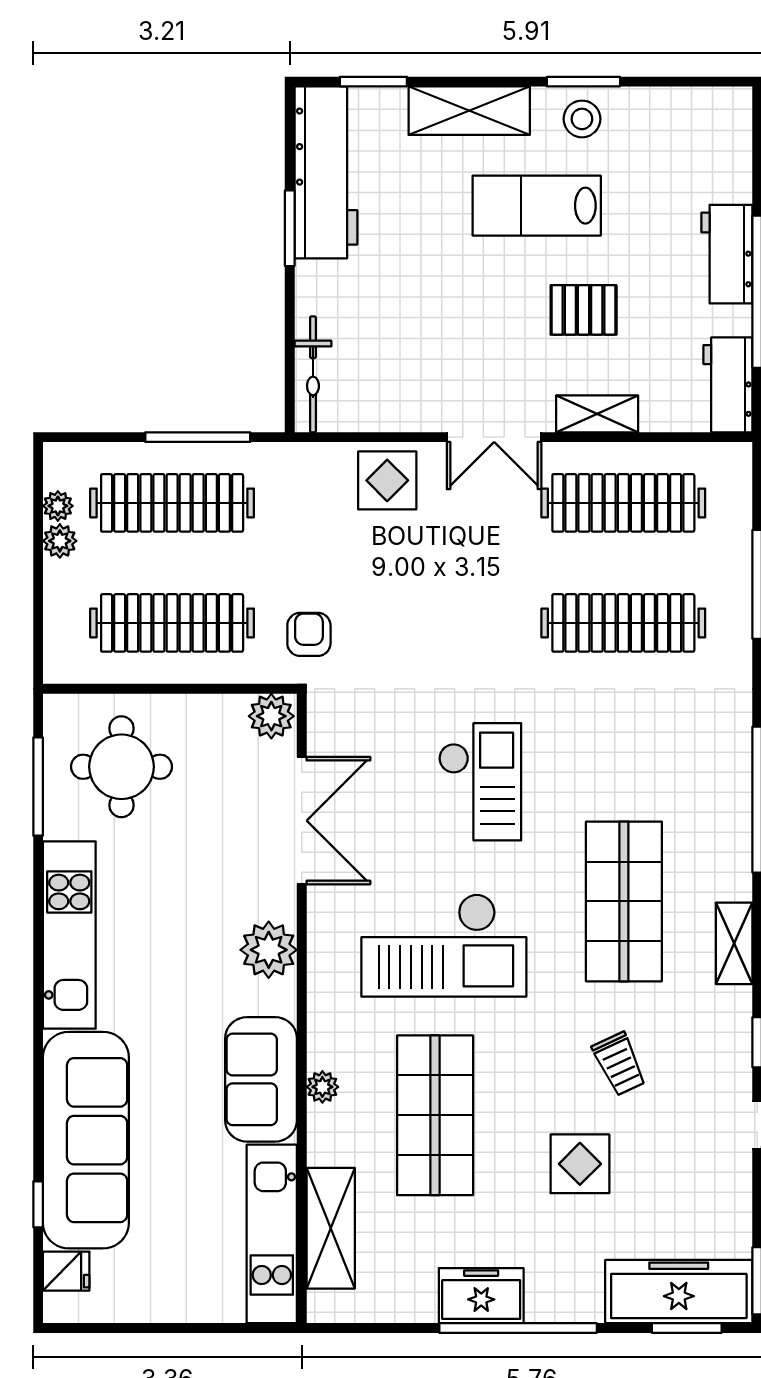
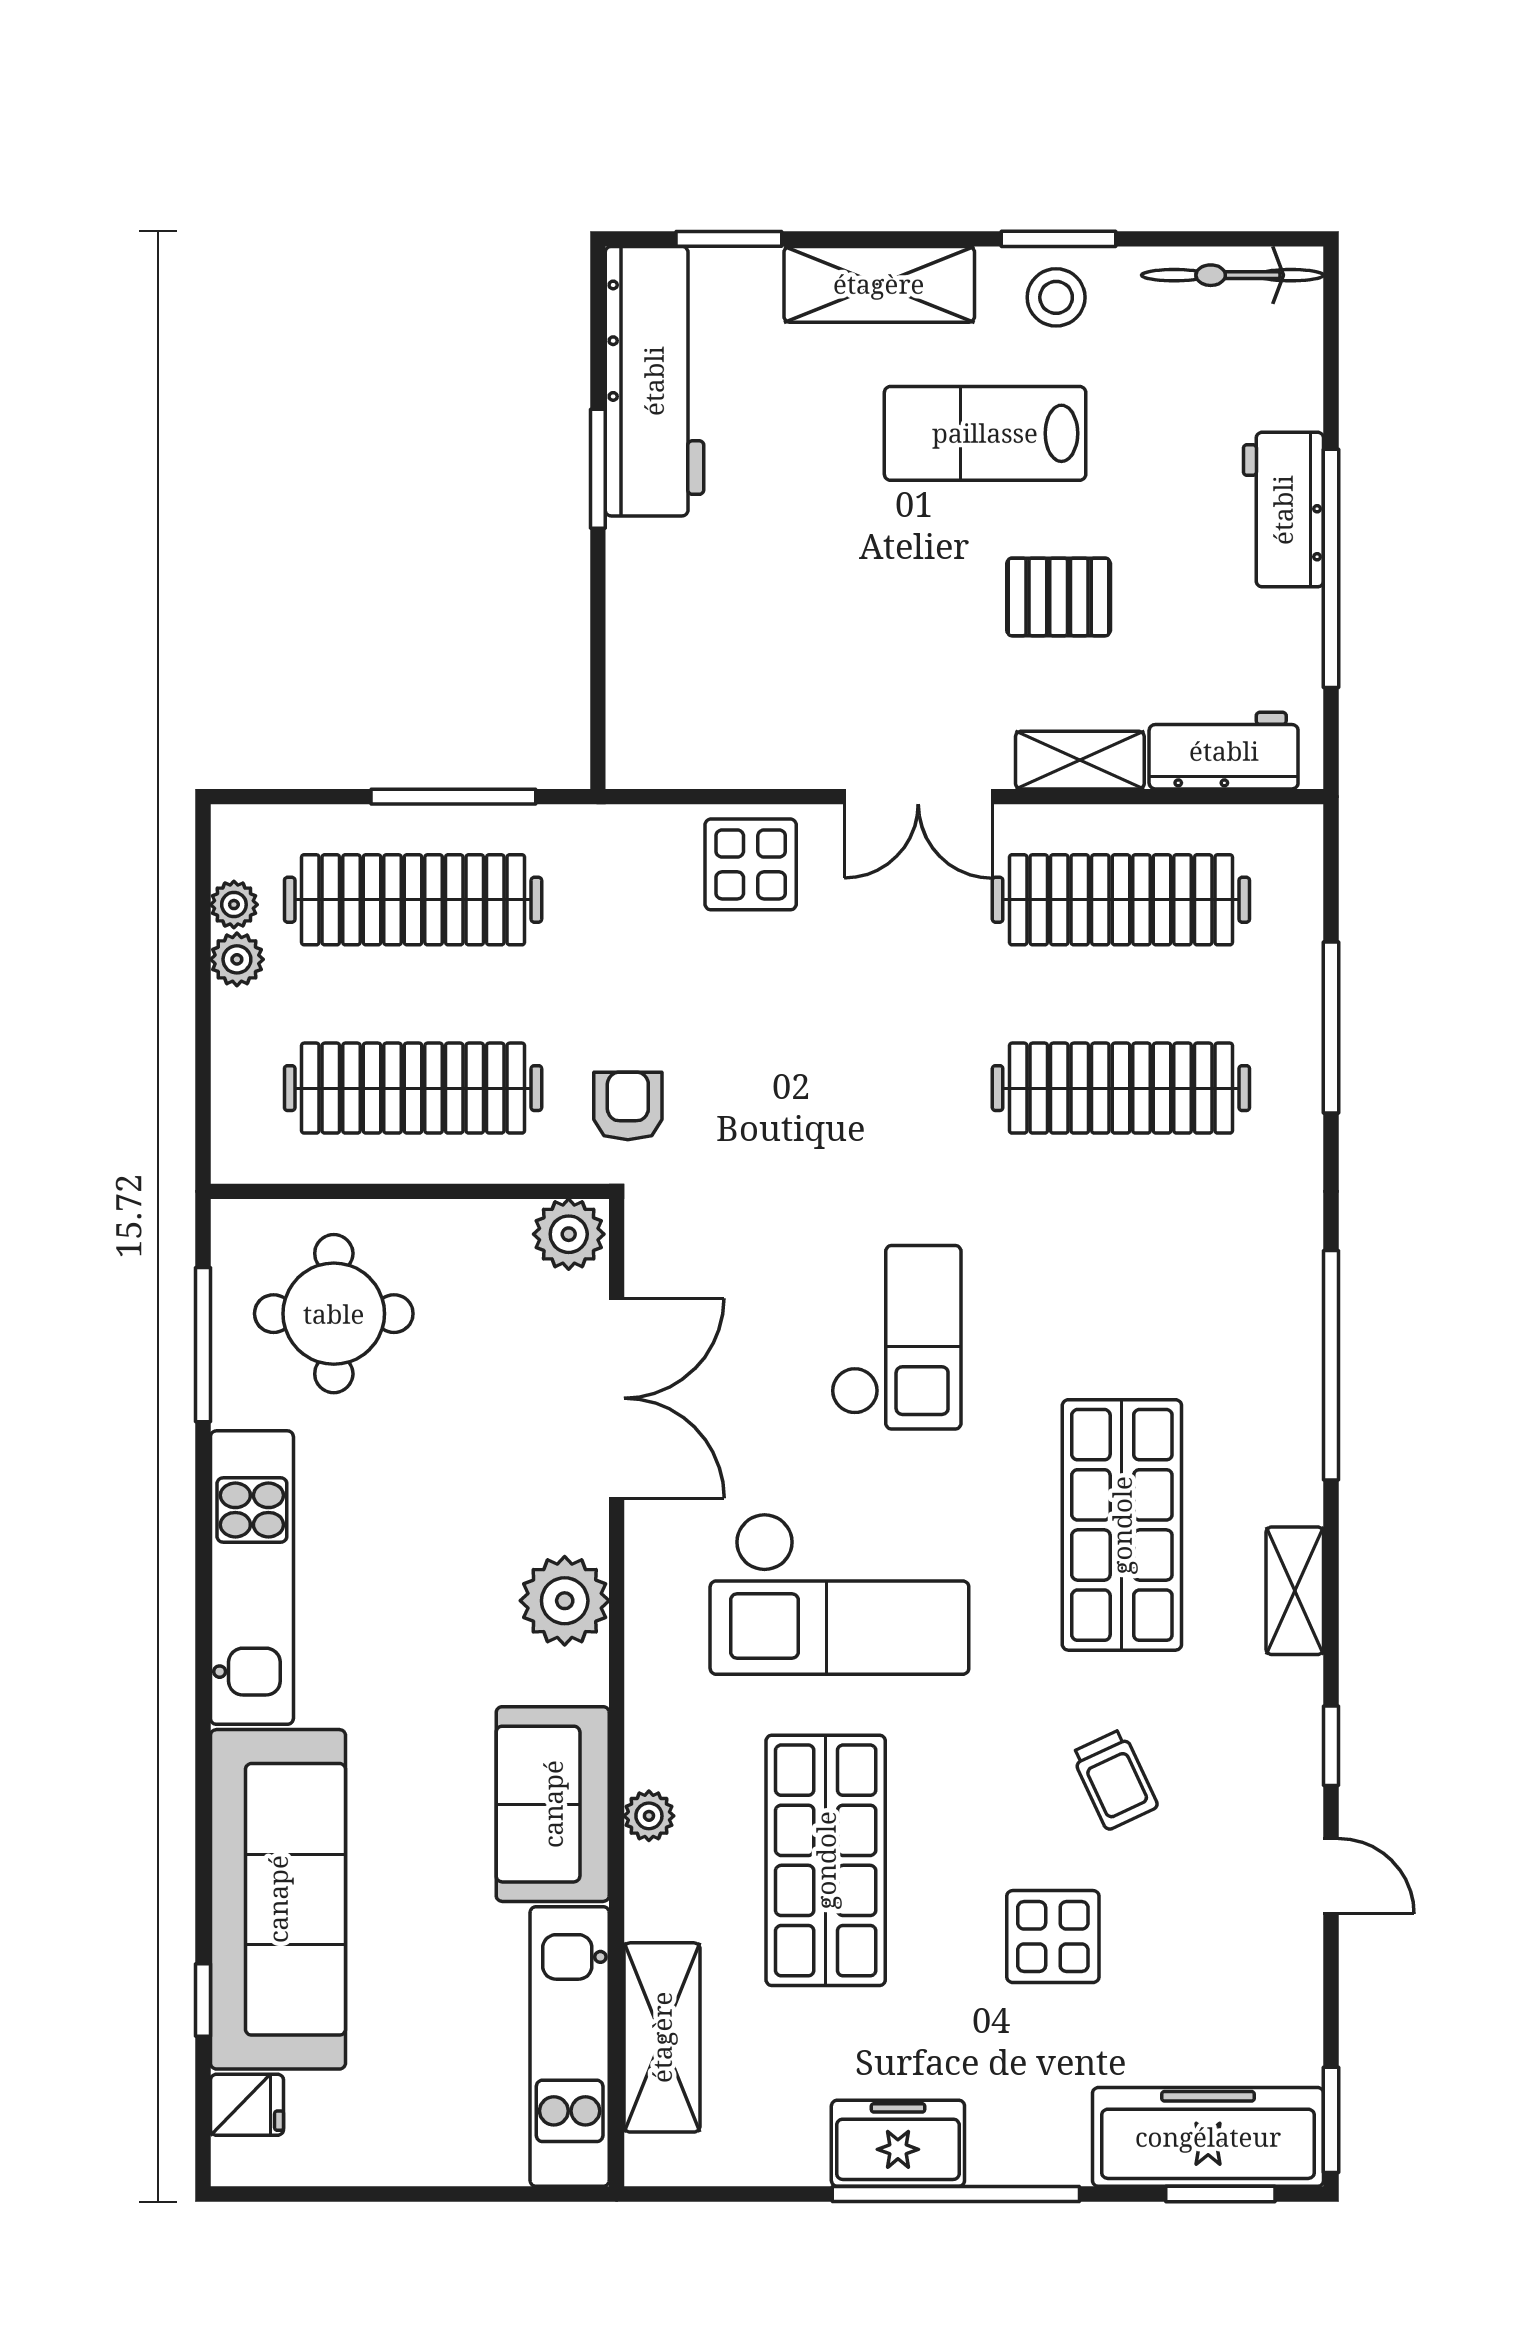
bicycle: (313, 374) -> (1232, 275), moved, turned 90
workbench: (728, 385) -> (1224, 751), moved, turned 90

